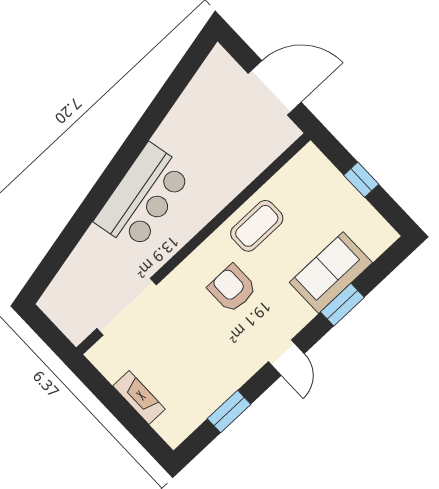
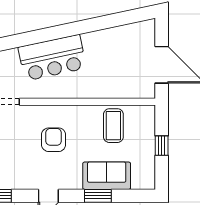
coffee table: (257, 226) -> (113, 126), moved, turned 90

